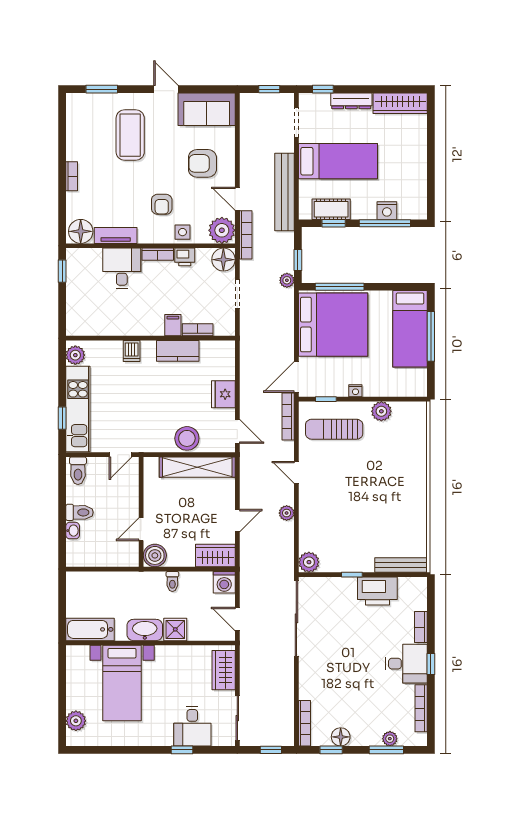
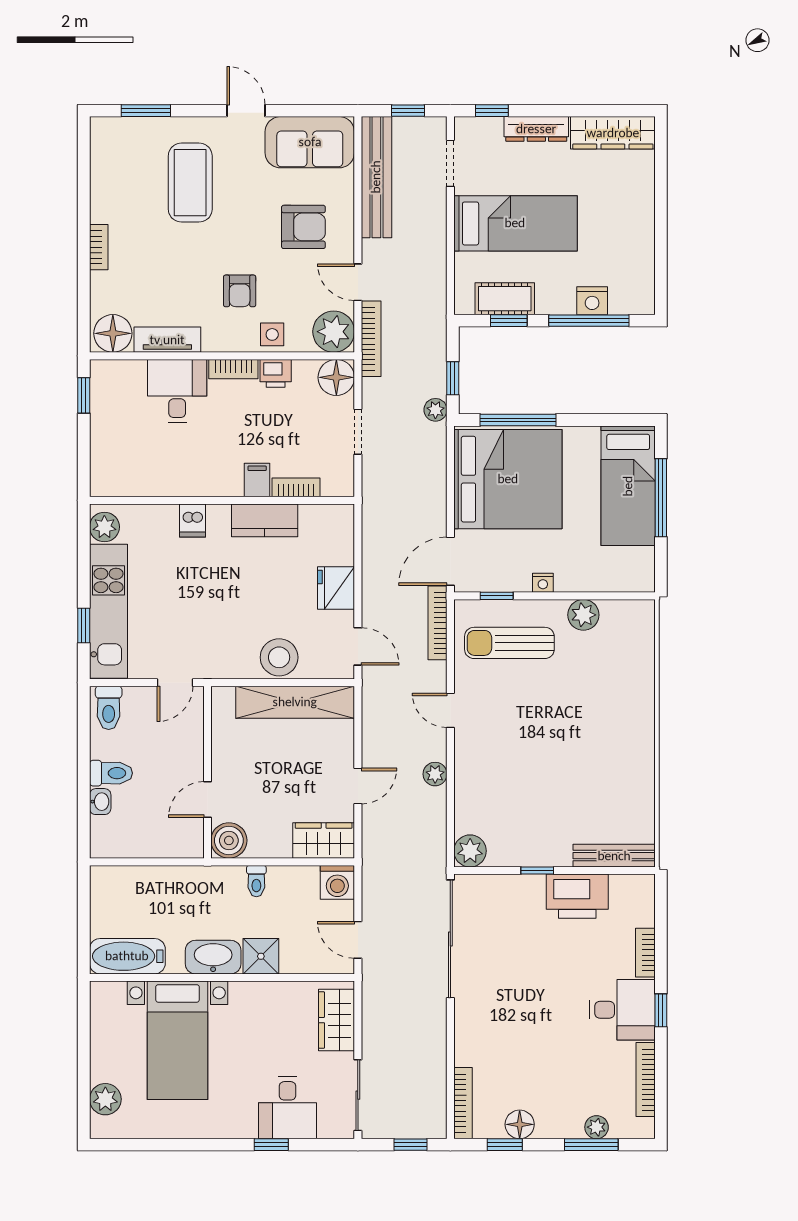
armchair: (202, 163) -> (303, 227), turned 180
bench: (285, 192) -> (376, 177), moved

